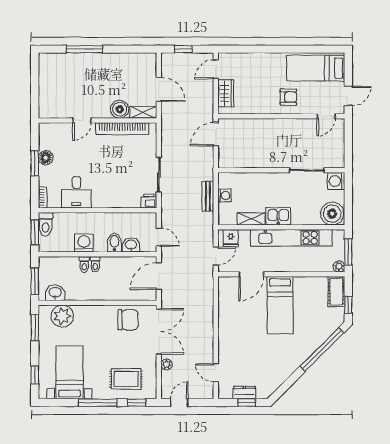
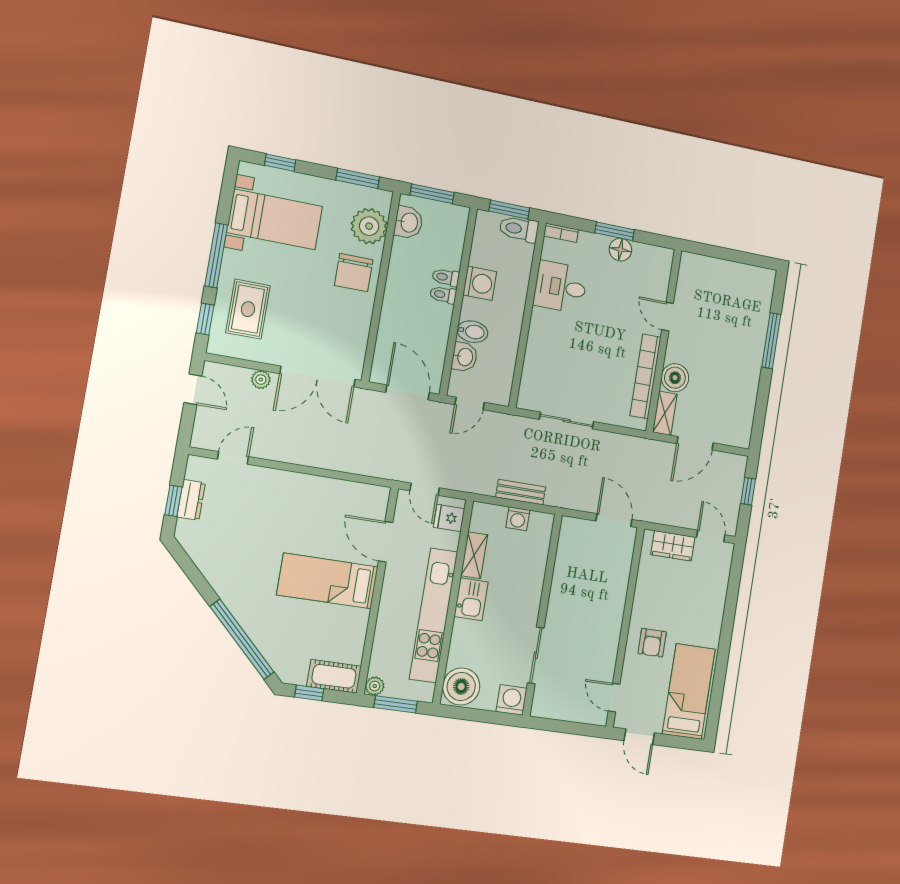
printer: (149, 201) -> (529, 398), removed
chair: (128, 320) -> (354, 273), moved

